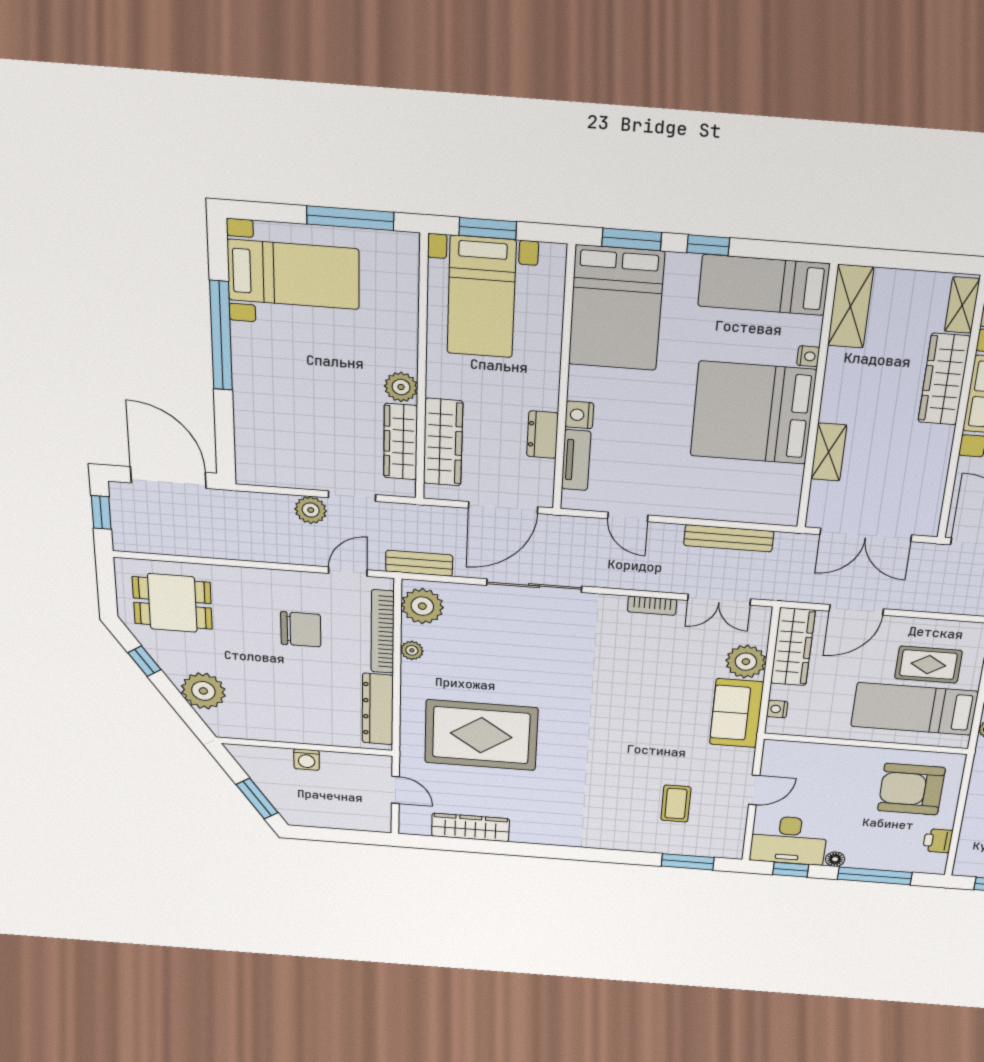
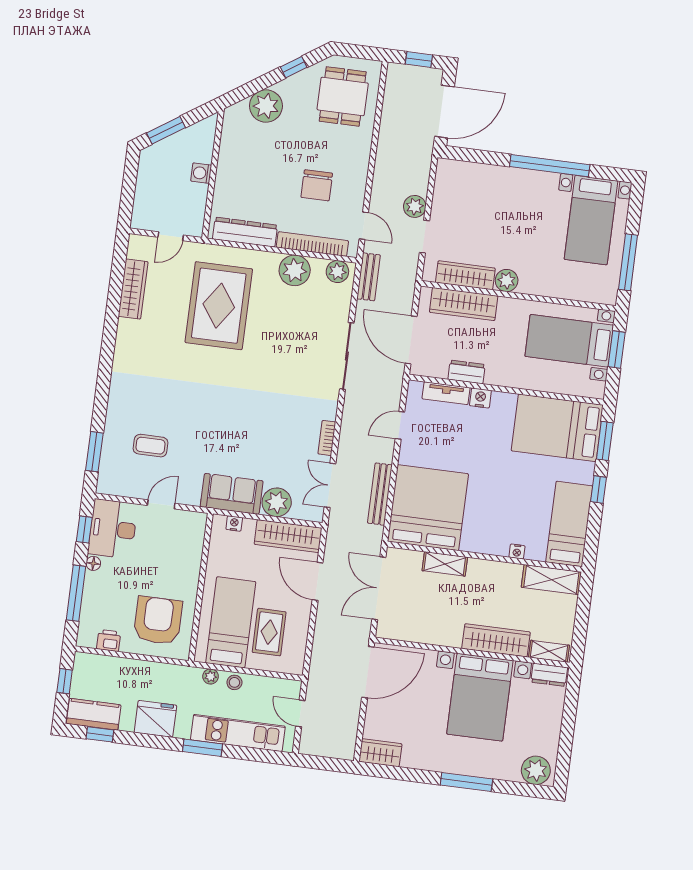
bed: (753, 413) -> (428, 508), moved
plant: (422, 606) -> (337, 272), width x0.73, depth x0.73
plant: (412, 650) -> (295, 270), width x1.87, depth x1.87
door: (754, 790) -> (161, 504), swing flipped

